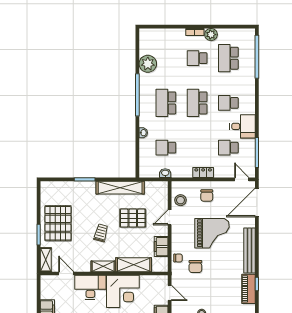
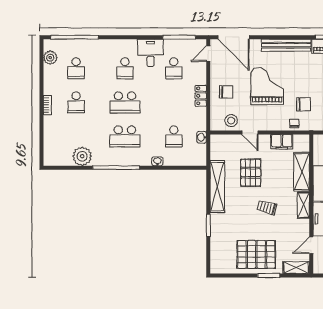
plant: (211, 35) -> (50, 58), moved
school desk: (228, 58) -> (76, 68), width x0.54

